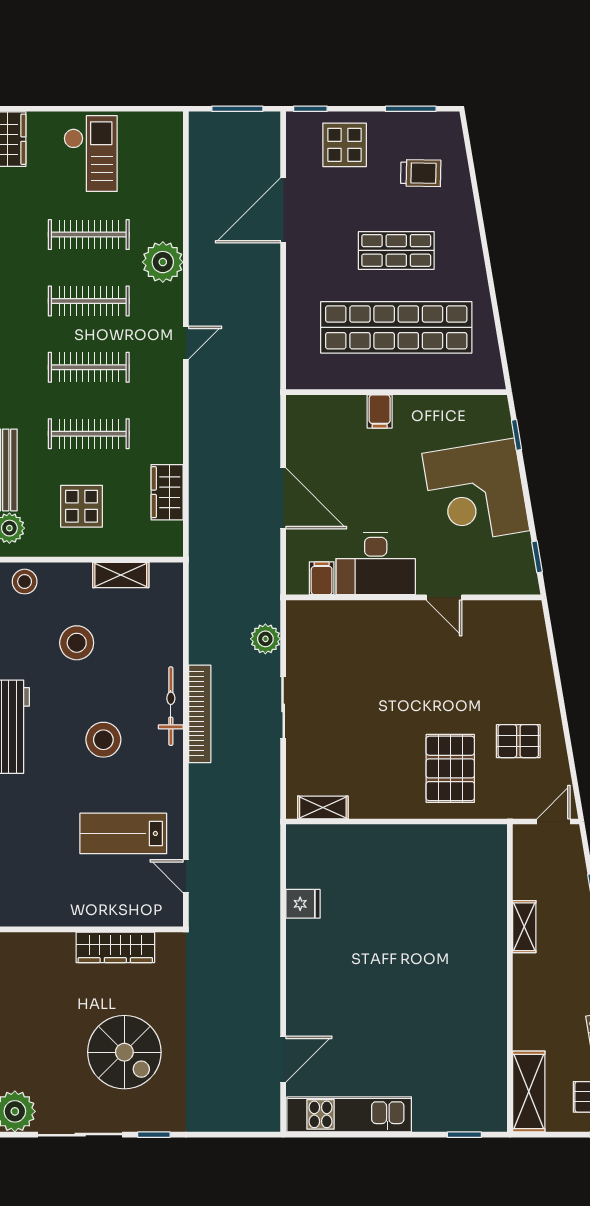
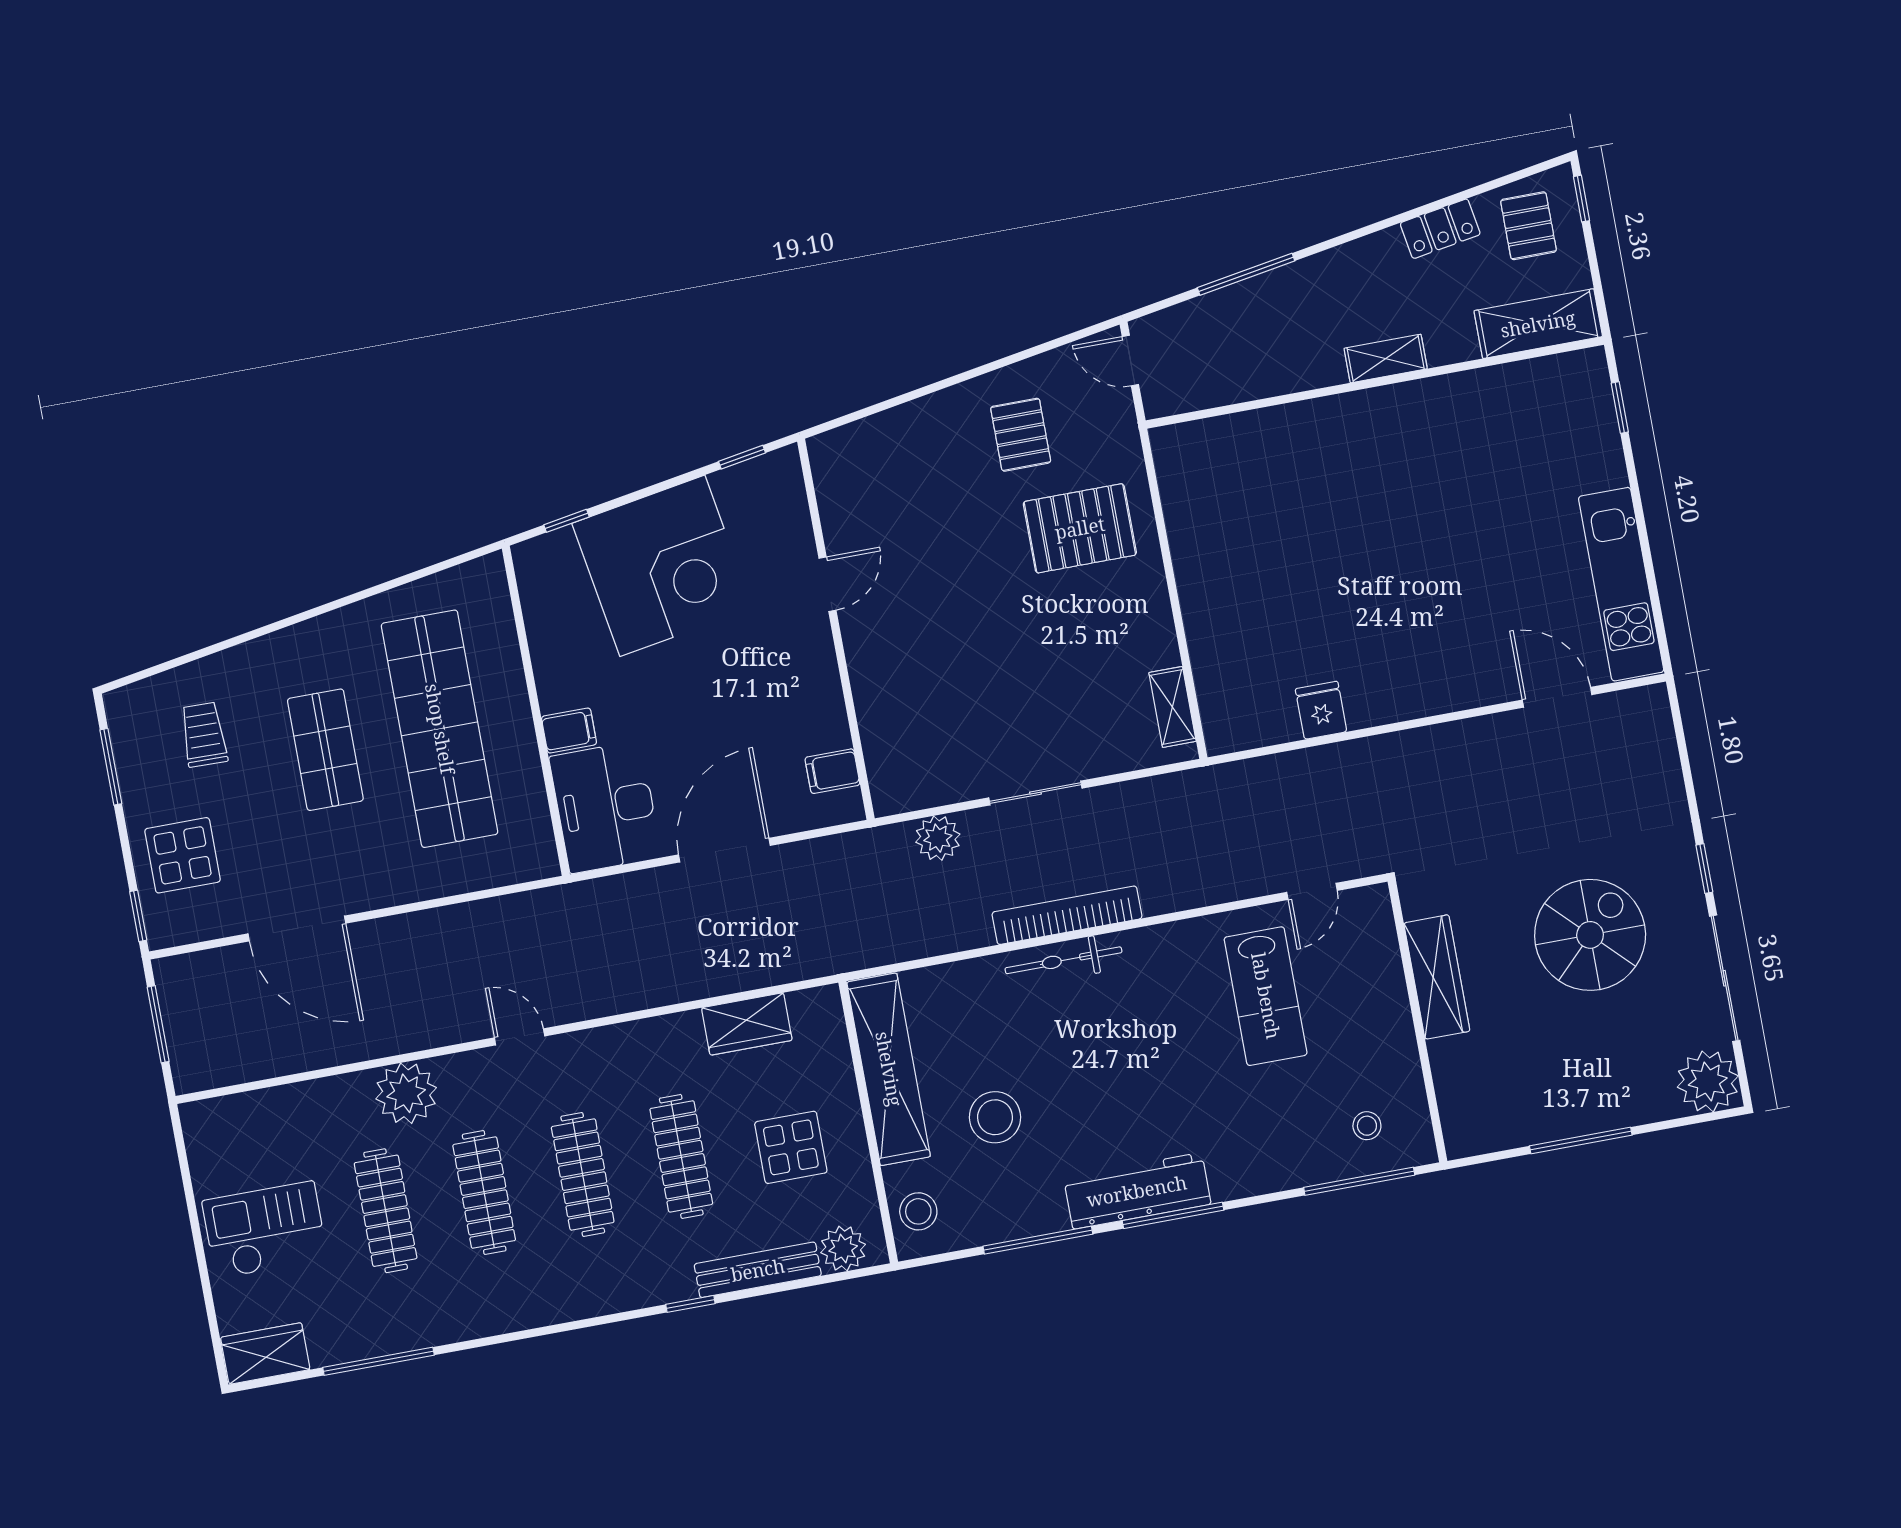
desk: (376, 564) -> (605, 807), moved, turned 180
shelving: (121, 575) -> (889, 1069), width x2.20, depth x1.33
stool: (103, 740) -> (1367, 1126), moved, width x0.53, depth x0.53
shelving: (524, 927) -> (1386, 359), moved

